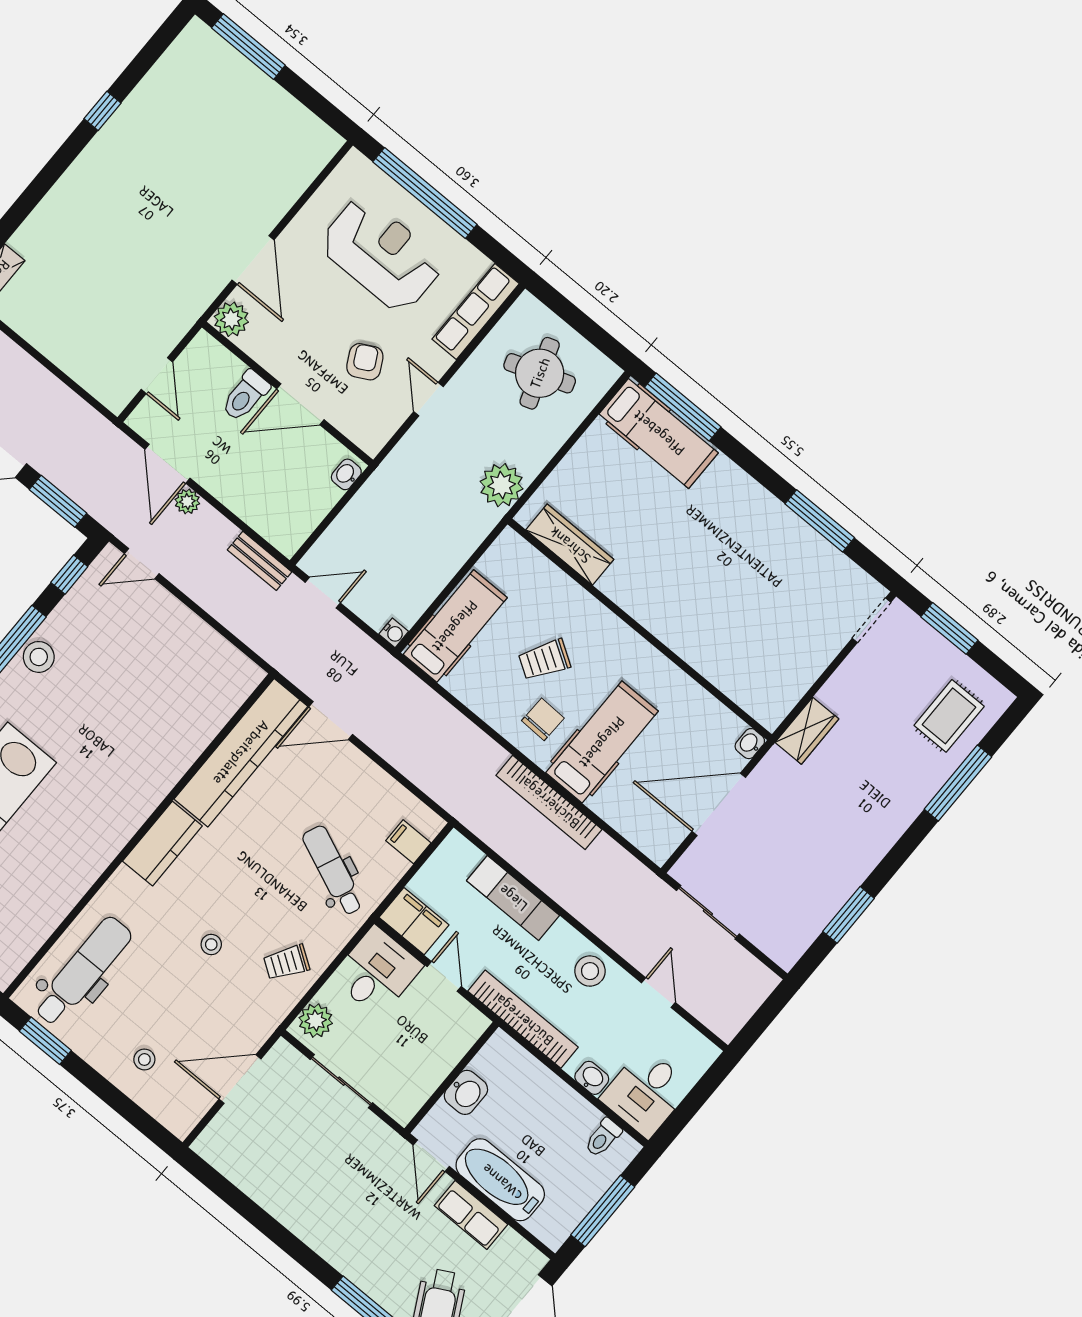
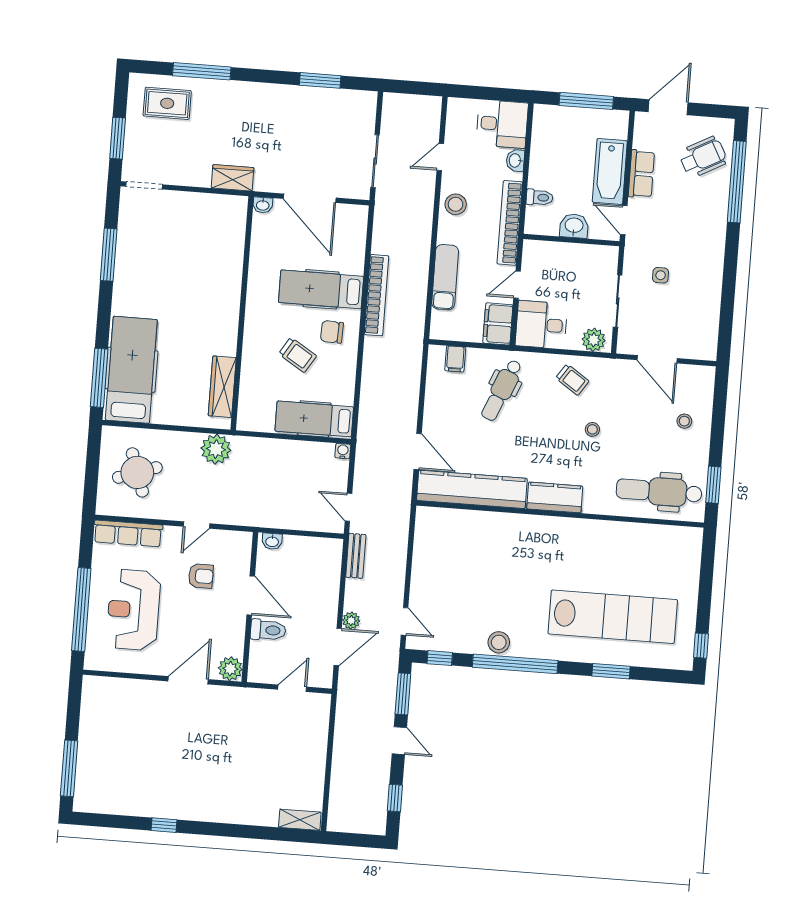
armchair: (365, 362) -> (201, 576), turned -152
hospital bed: (659, 433) -> (131, 370), width x1.37, depth x1.29
toilet: (603, 1138) -> (540, 197), moved
side table: (336, 1153) -> (661, 275), added
door: (431, 1156) -> (624, 220), swing flipped

